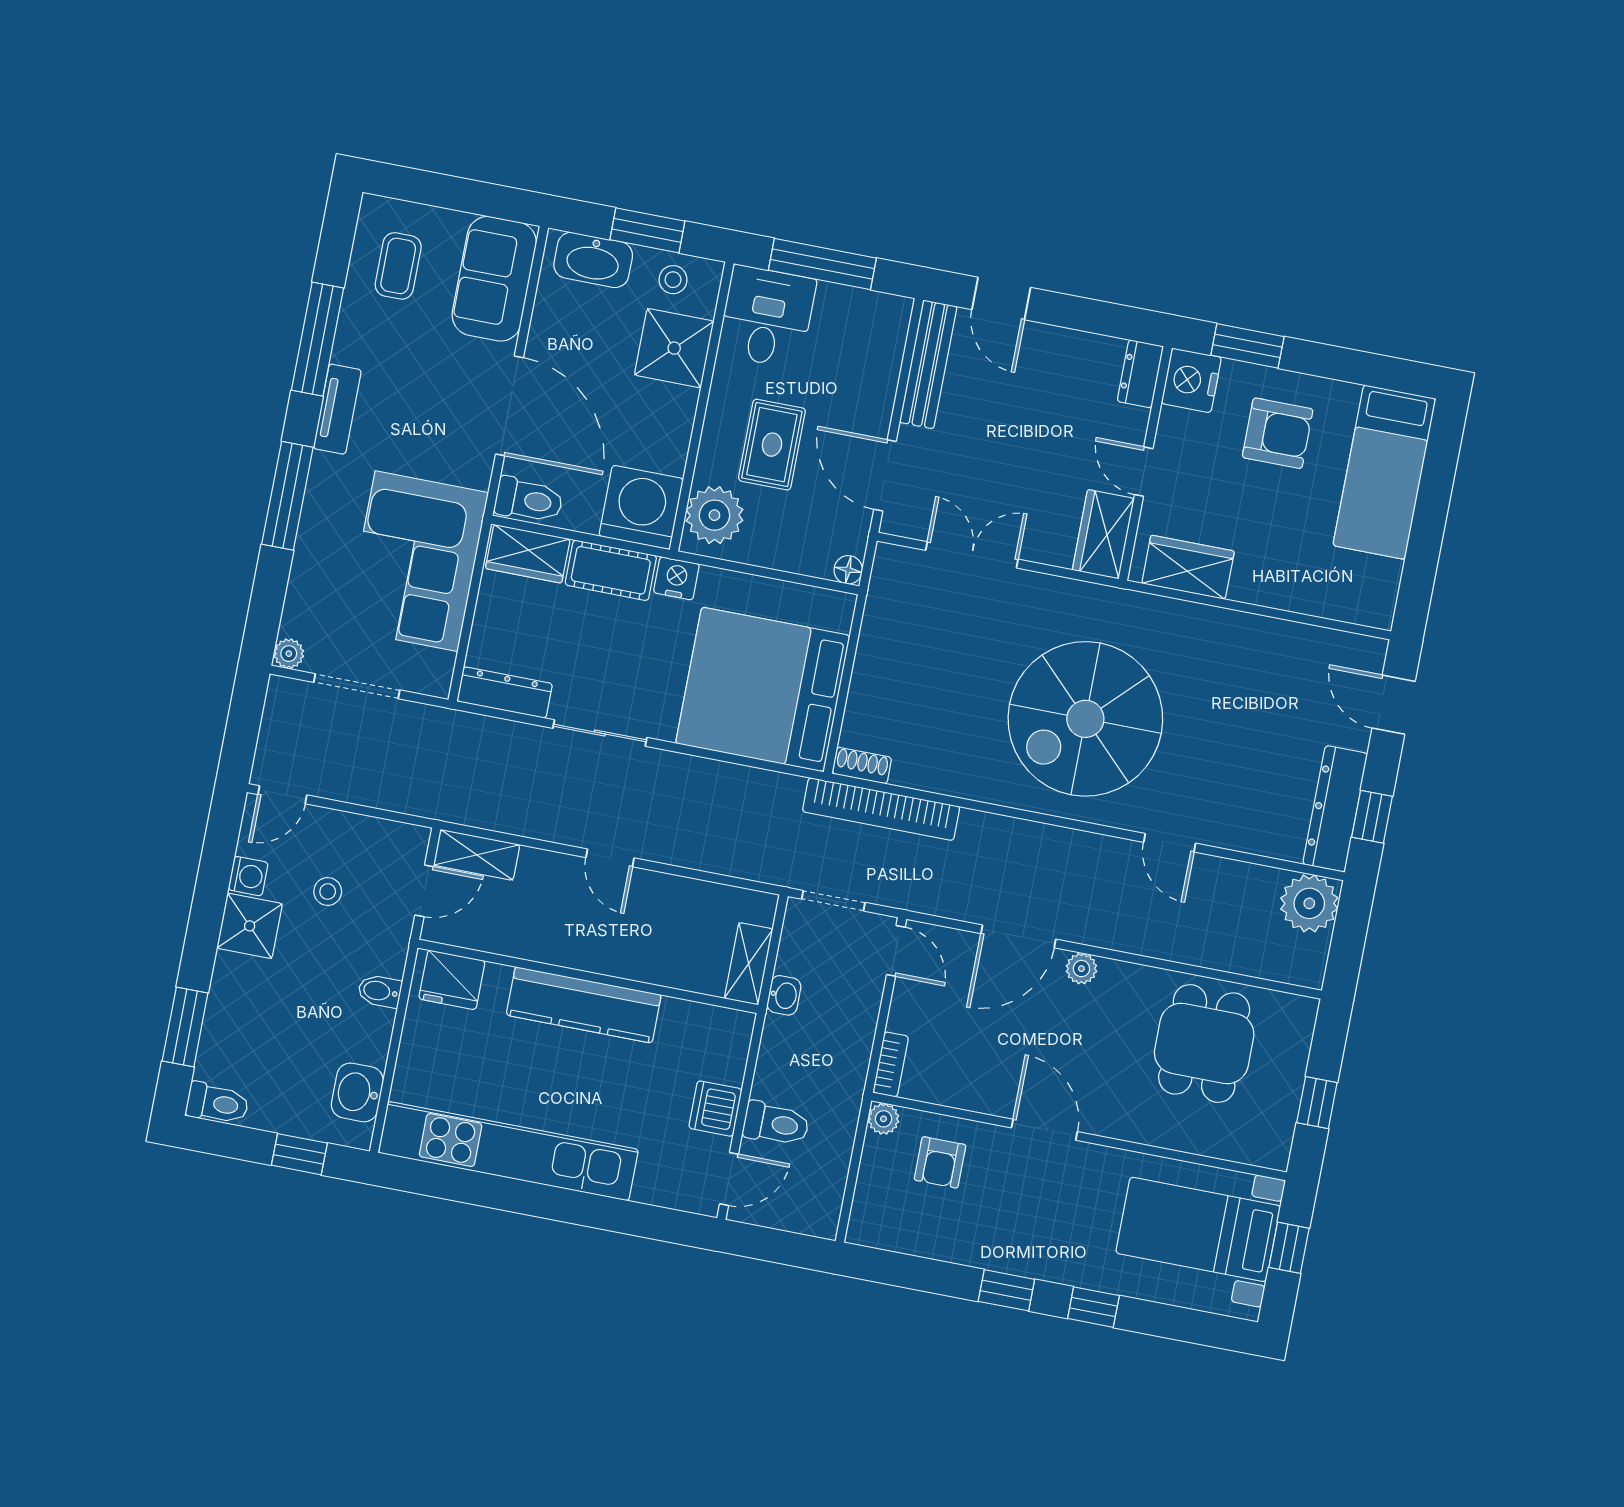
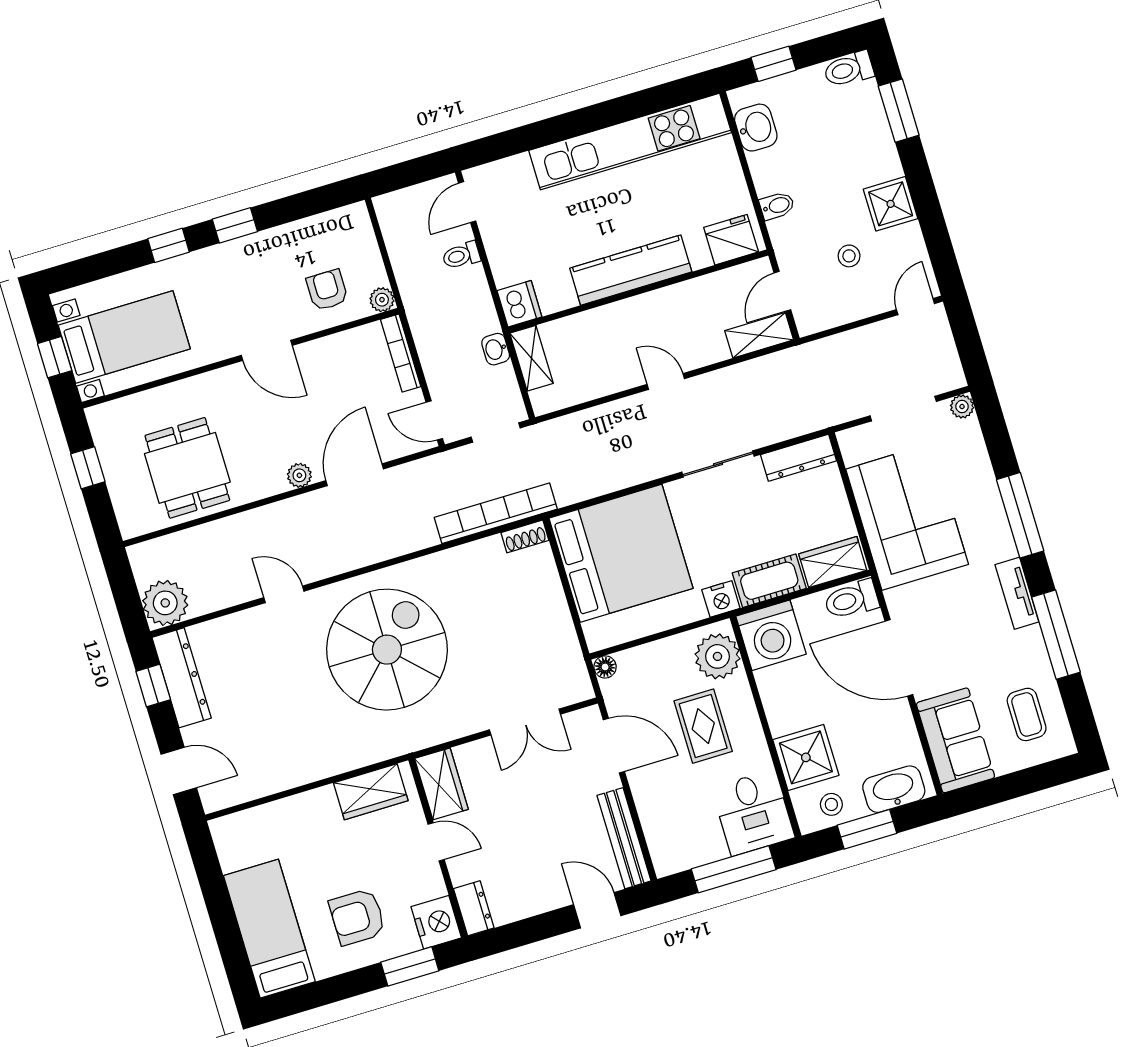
washing machine: (248, 876) -> (910, 238), removed
bookcase: (891, 1064) -> (401, 353), width x1.56
dishwasher: (715, 1109) -> (519, 304), moved
toilet: (776, 1124) -> (461, 255), width x0.73, depth x0.72

